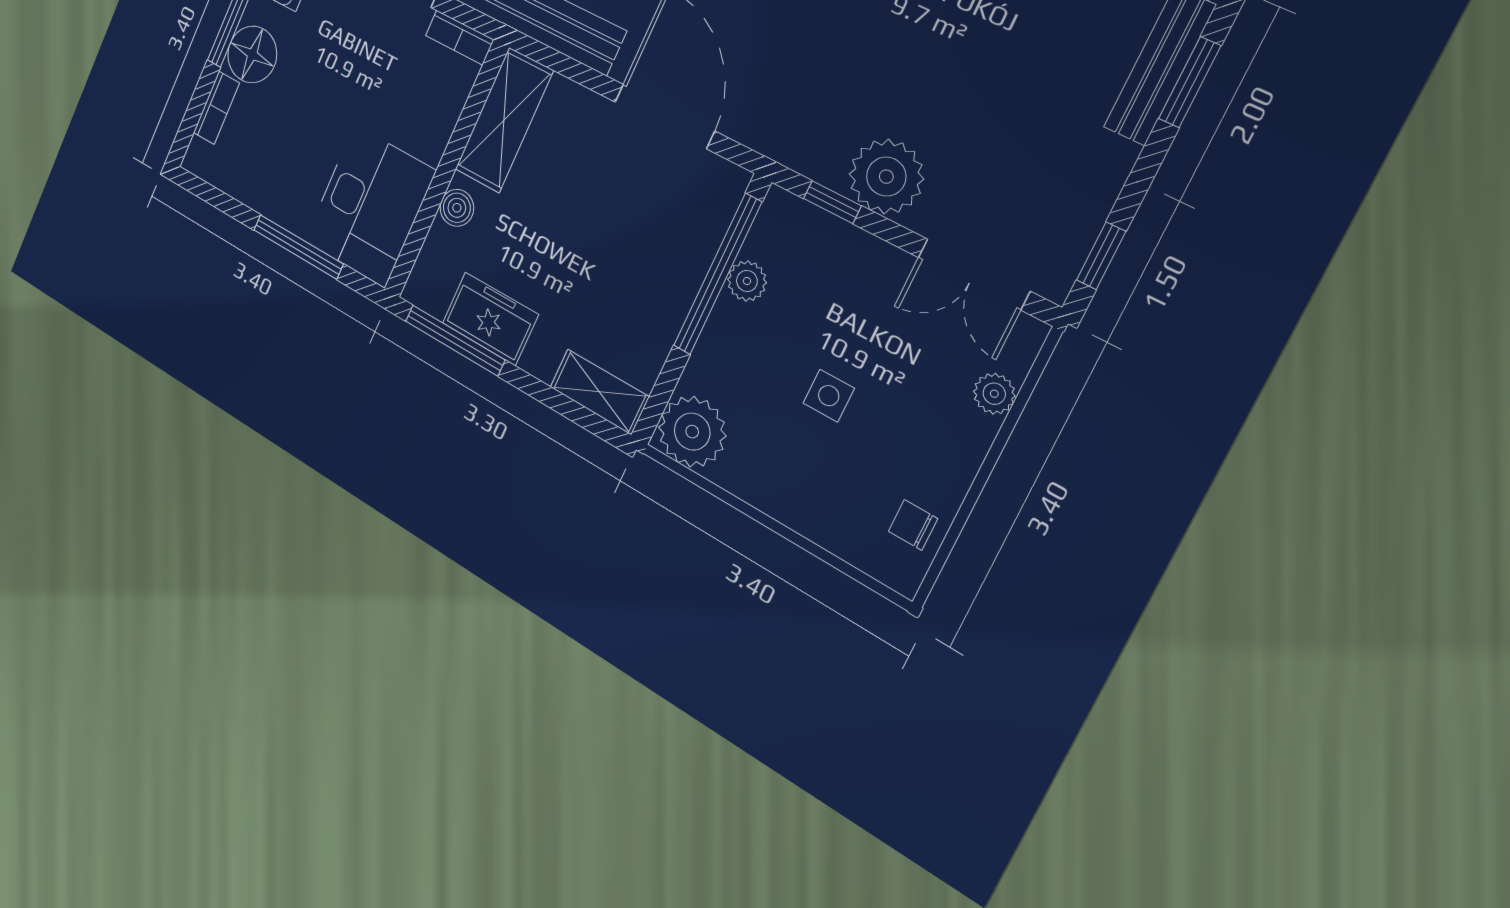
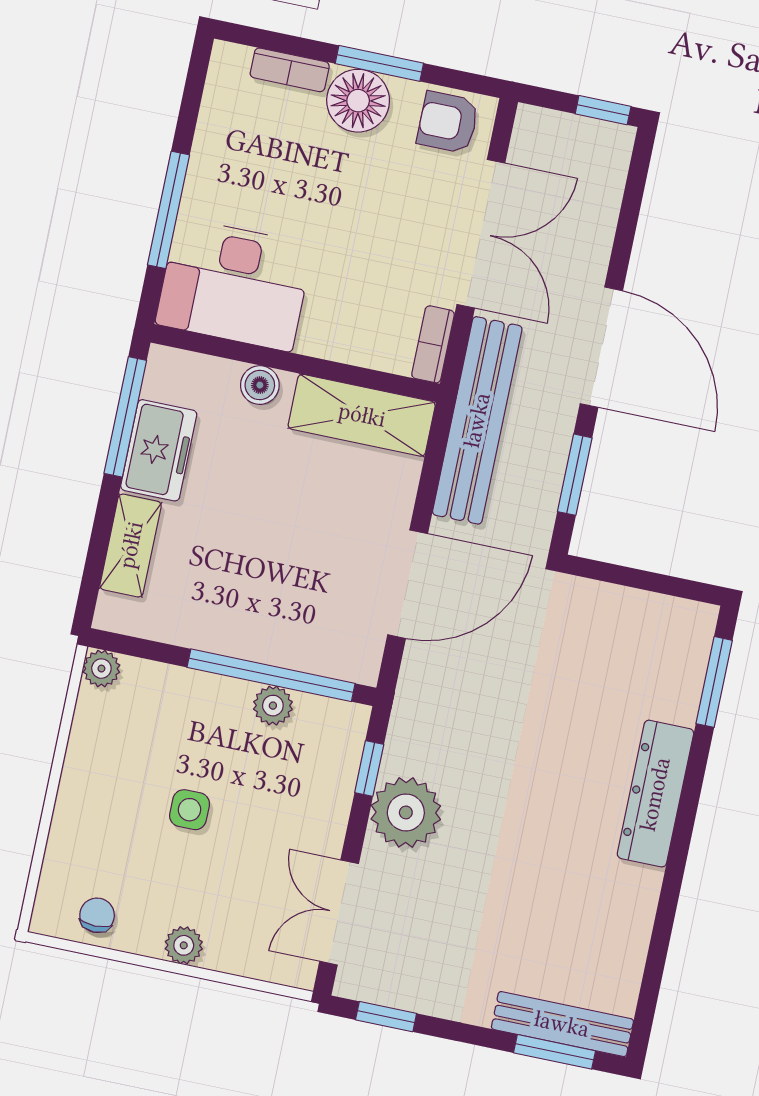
shelving: (599, 392) -> (131, 545), moved
plant: (994, 394) -> (184, 945), moved
plant: (692, 432) -> (101, 669), width x0.53, depth x0.53

